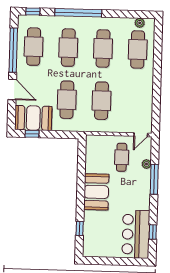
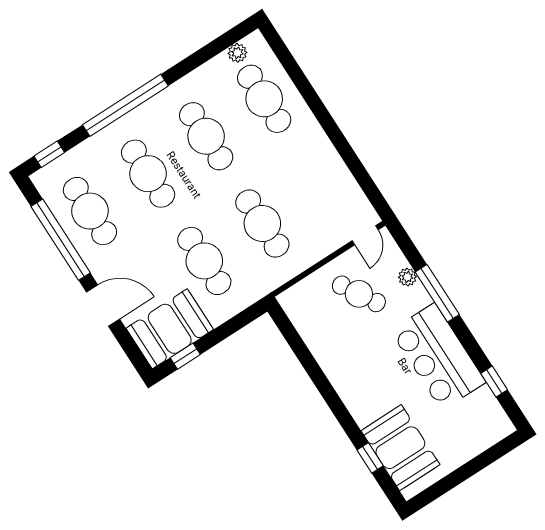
cafe table: (122, 157) -> (359, 294), turned -31
booth: (96, 192) -> (400, 448), moved
bar counter: (136, 234) -> (438, 357), moved

